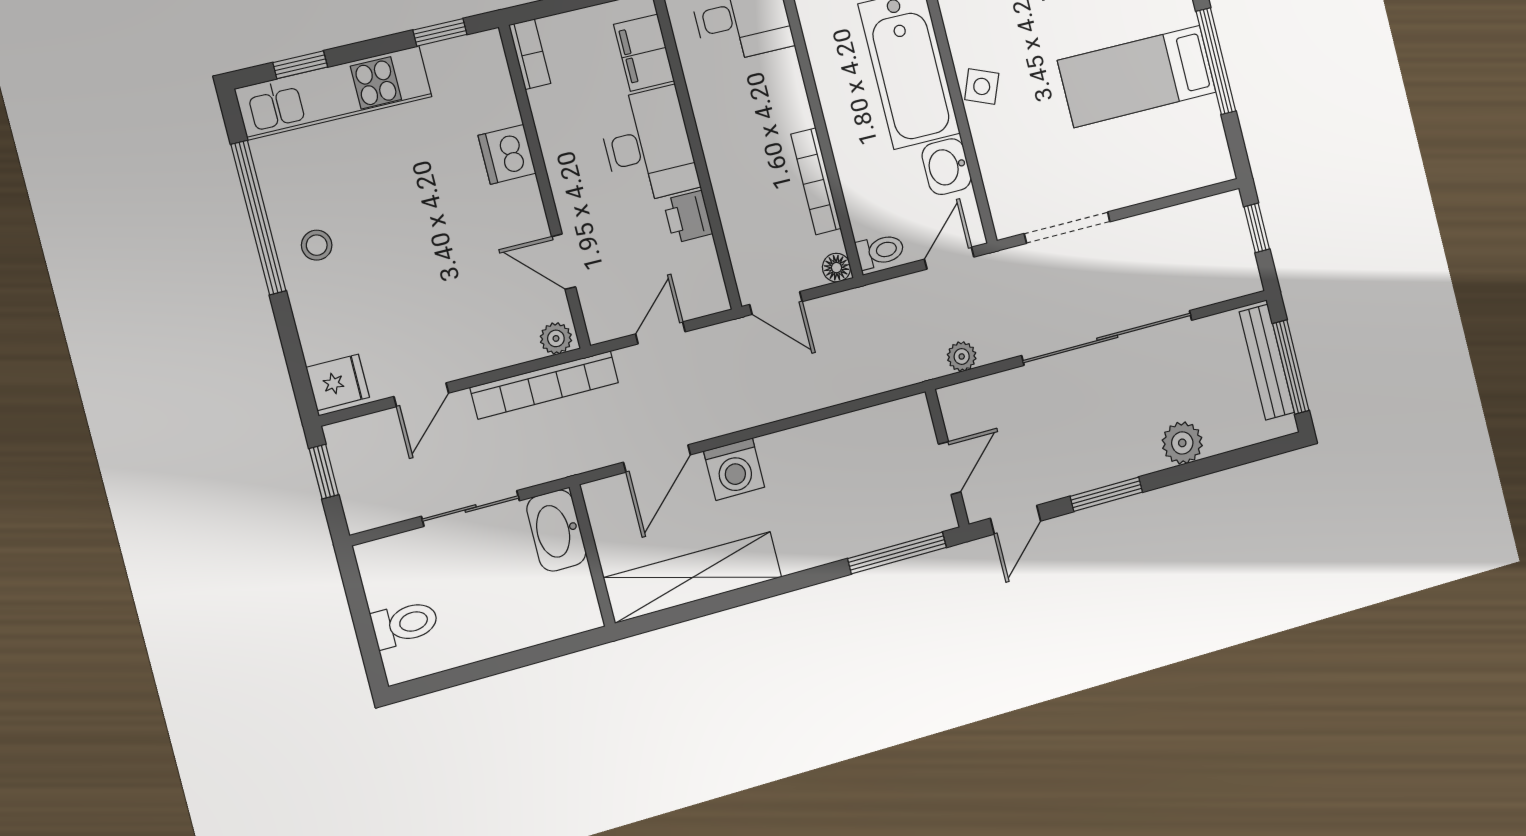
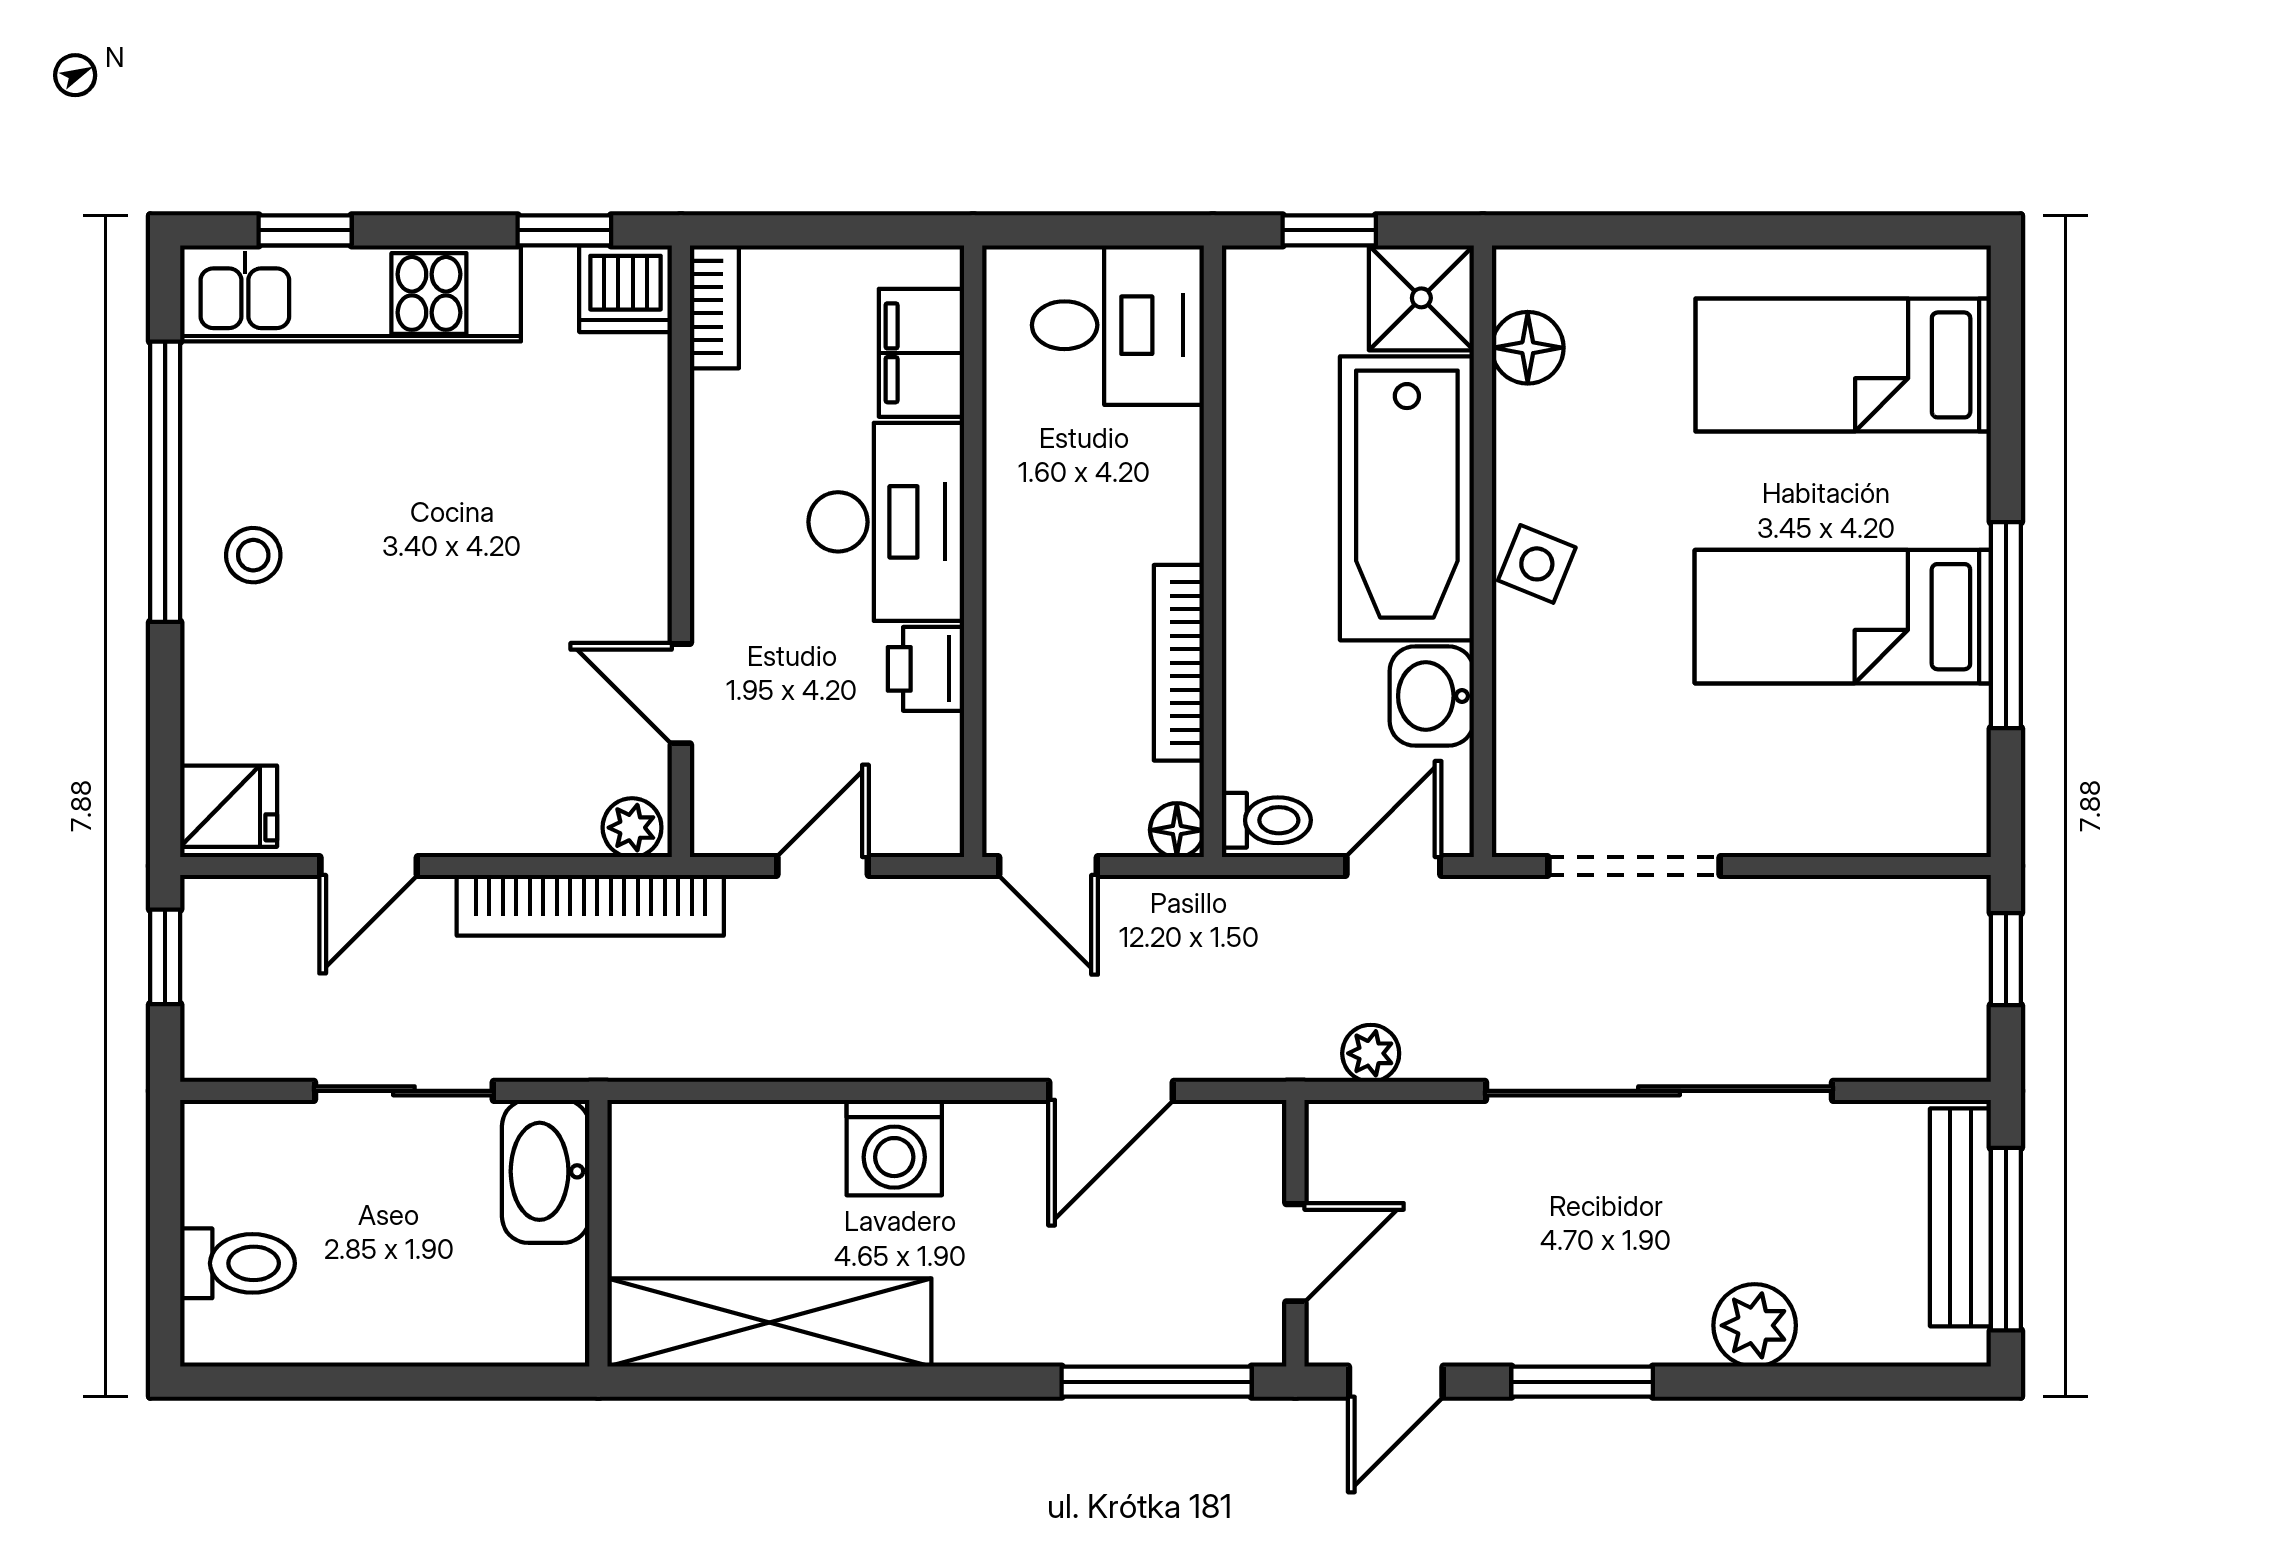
dishwasher: (507, 154) -> (625, 289), moved, turned -90
door: (657, 459) -> (1111, 1091), moved

